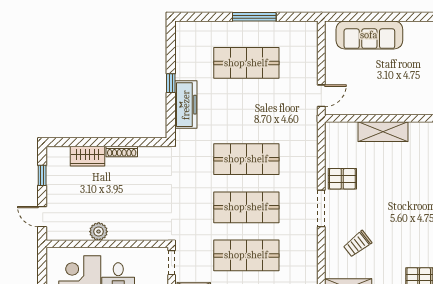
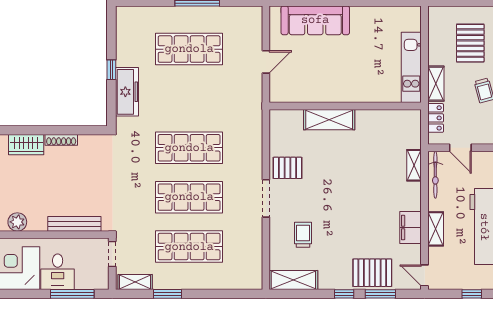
door: (321, 96) -> (266, 62), moved
plant: (99, 232) -> (17, 222), moved
bench: (135, 233) -> (74, 224), added
trolley: (357, 244) -> (303, 235), turned 128

